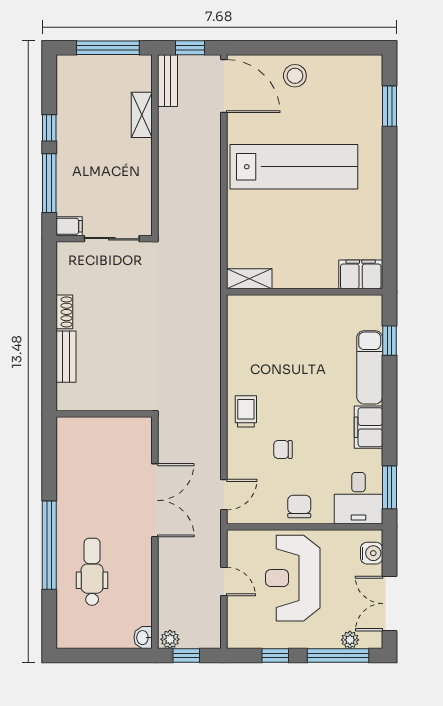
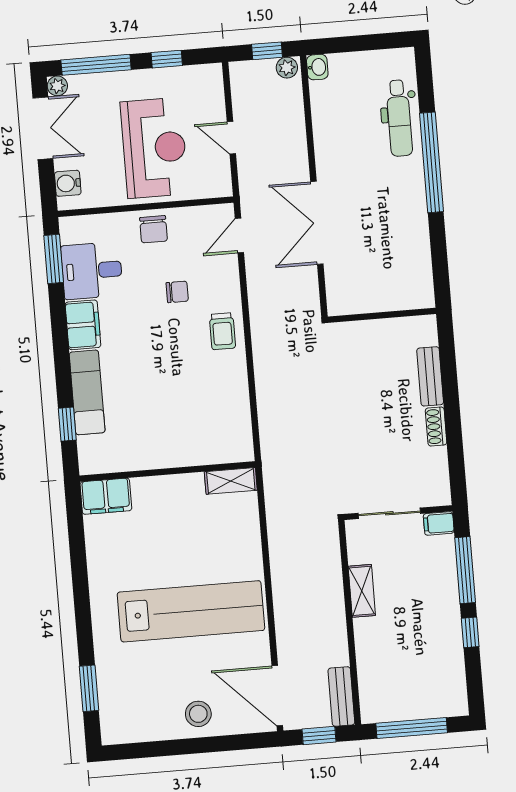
shelving: (142, 115) -> (362, 591), moved
lab bench: (294, 167) -> (191, 611), turned 180
desk: (359, 498) -> (92, 271), moved, turned -90
dental chair: (92, 572) -> (399, 118), moved
plant: (350, 640) -> (57, 86), moved

